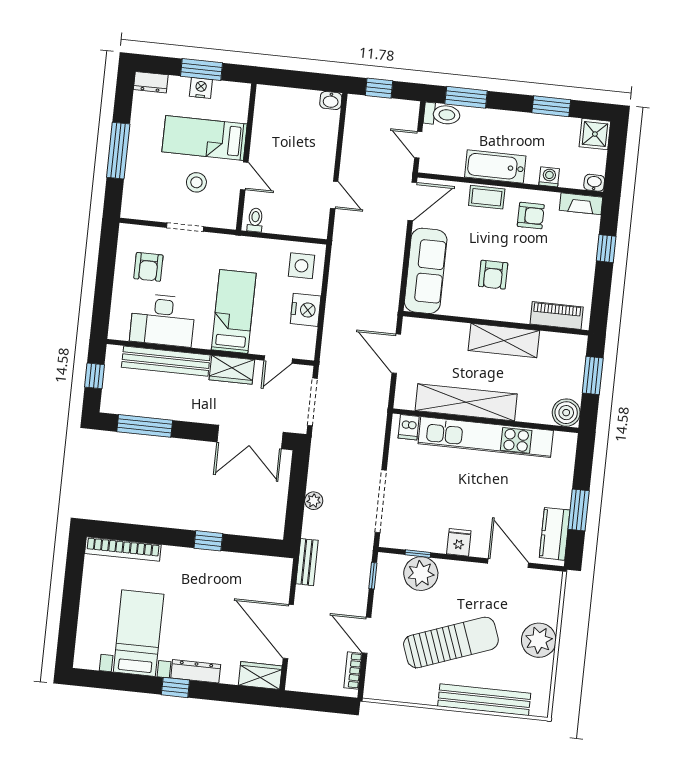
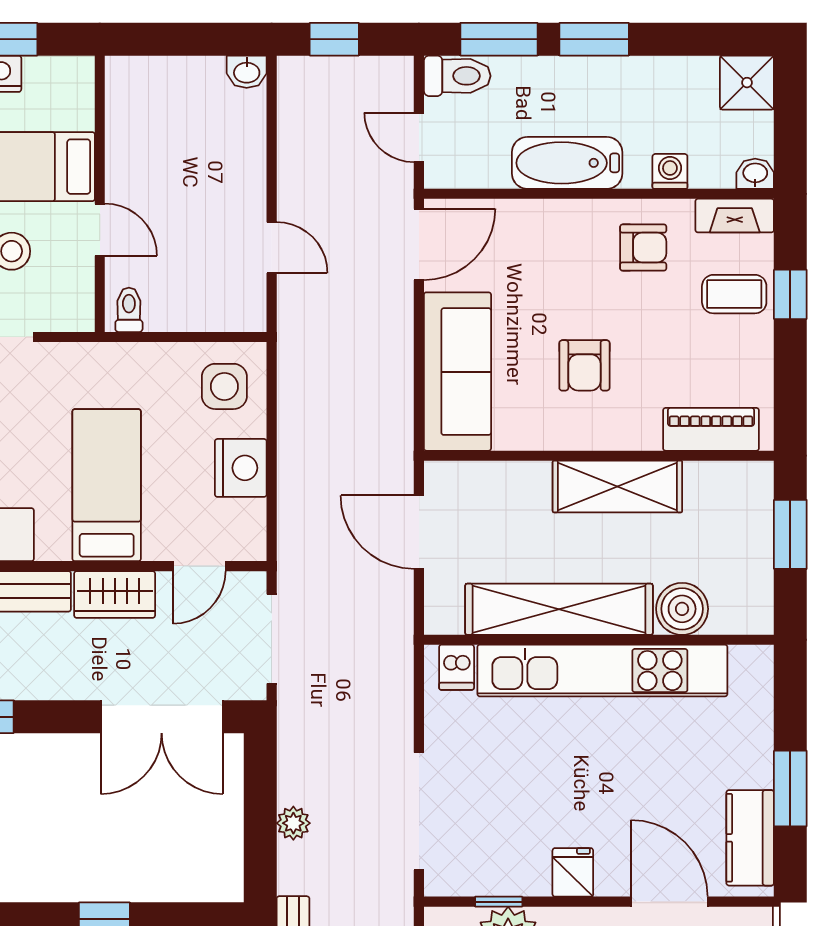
window: (551, 106) -> (594, 39), moved
coffee table: (487, 197) -> (734, 294), moved
boiler: (566, 413) -> (682, 609), moved

